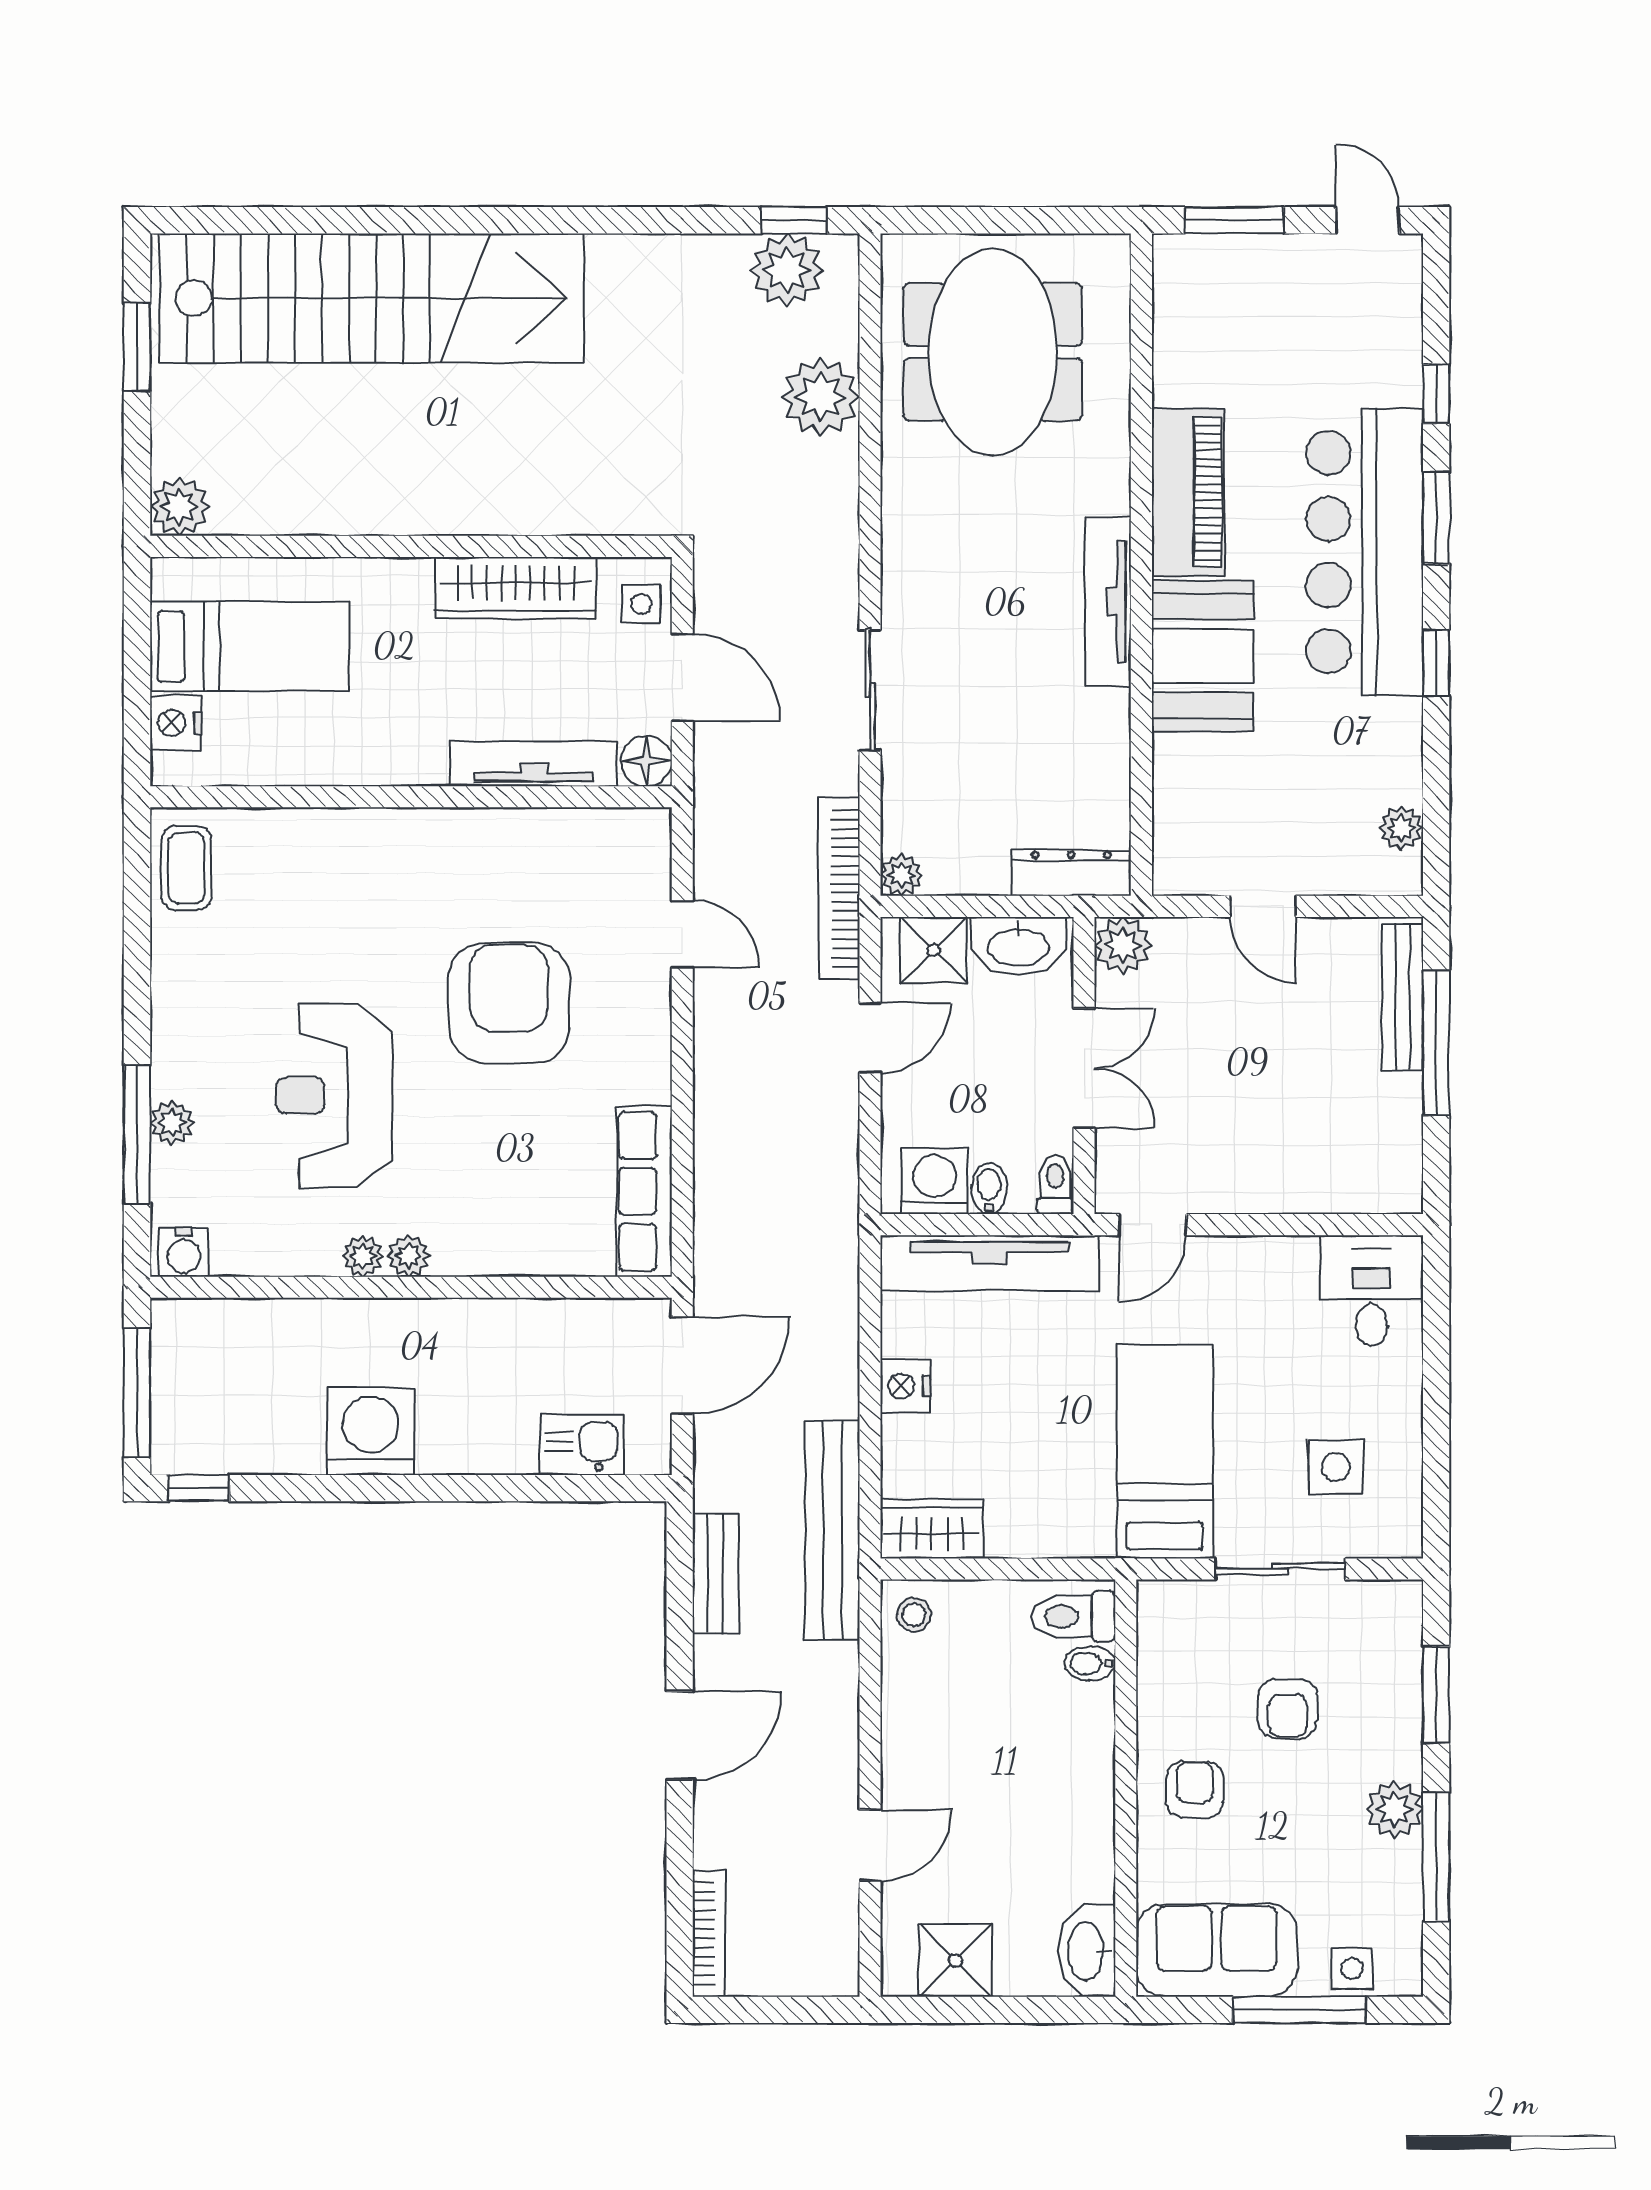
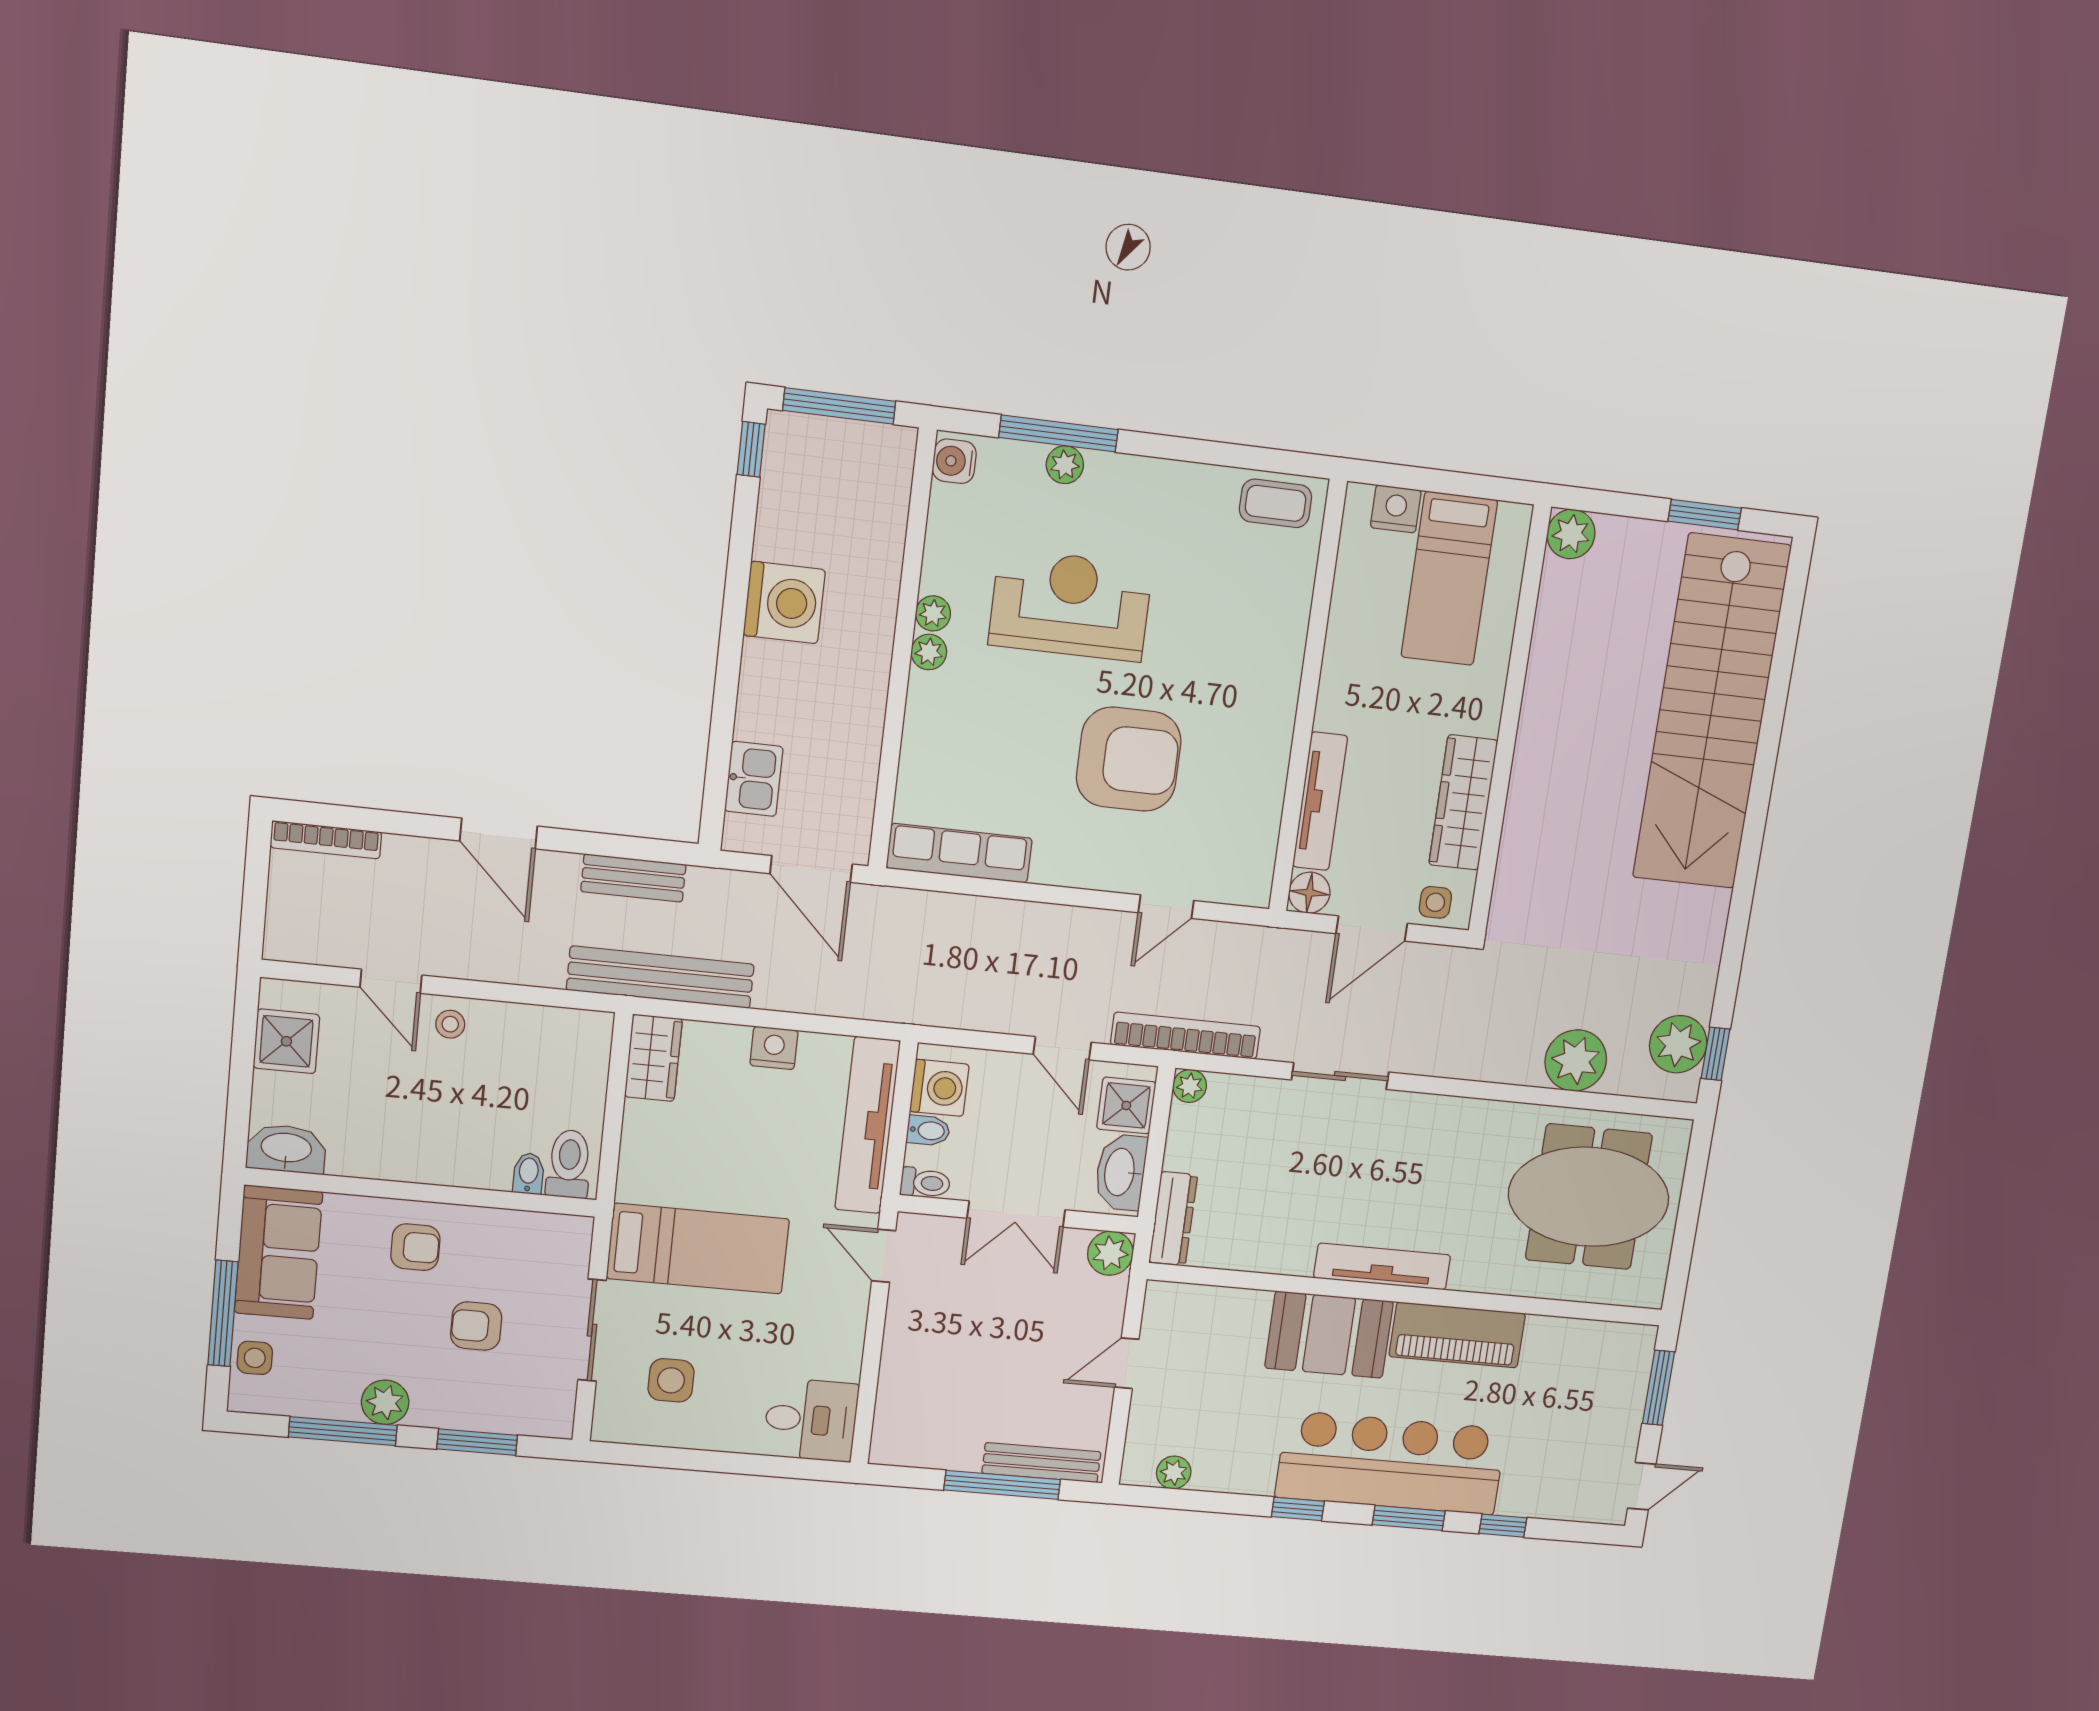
stool: (914, 1615) -> (450, 1024), moved

